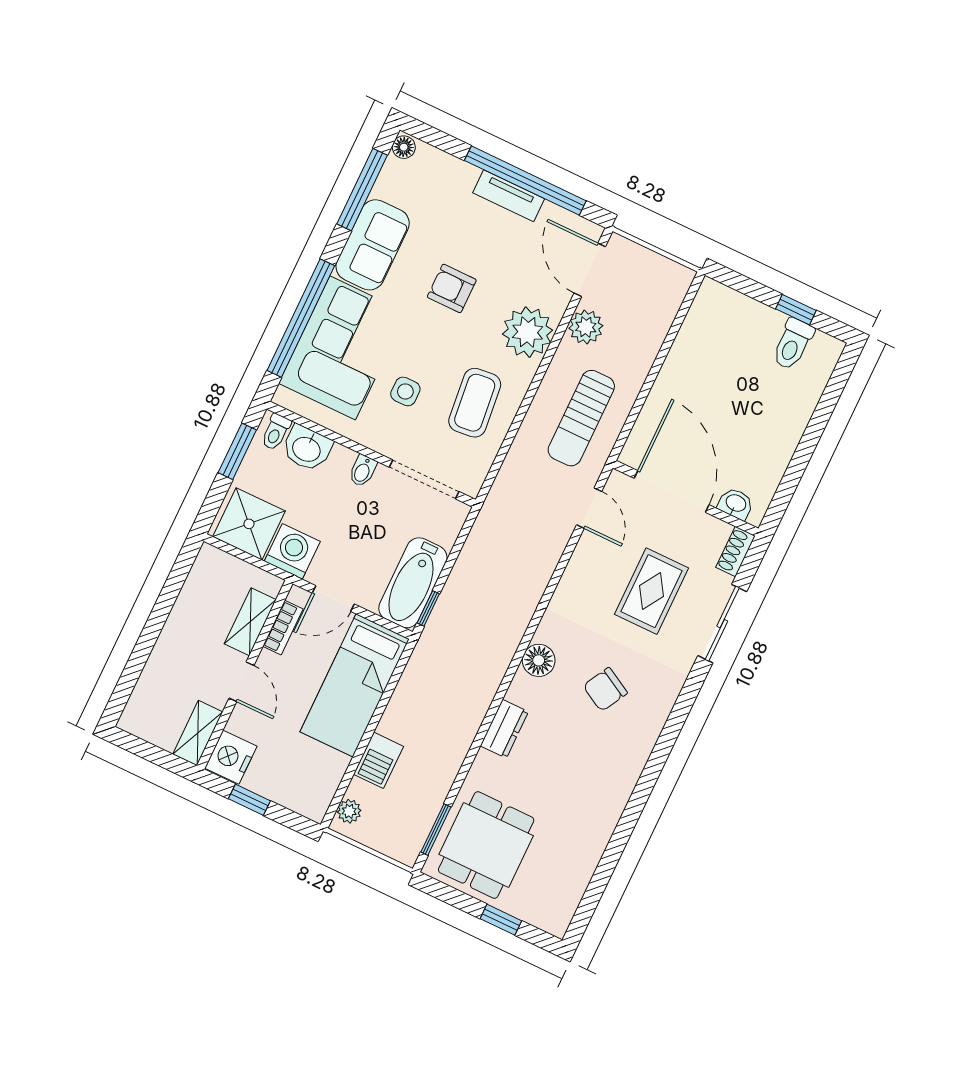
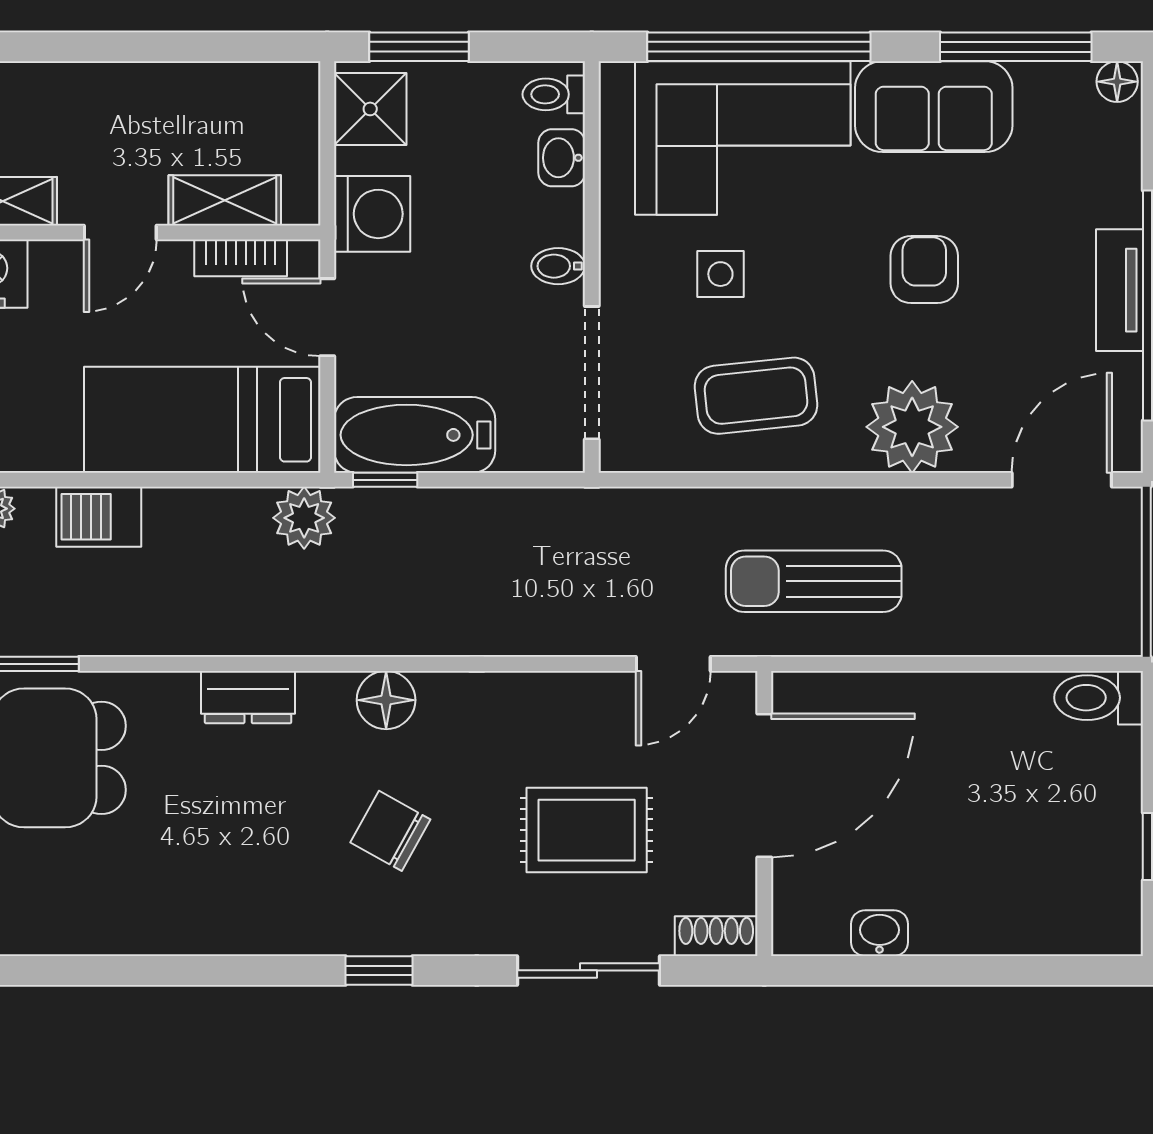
plant: (586, 327) -> (304, 518), moved
toilet: (793, 344) -> (1099, 698), moved
washbasin: (307, 448) -> (562, 158), width x0.72, depth x0.69
window: (237, 451) -> (419, 47), moved
washbasin: (736, 504) -> (879, 933), moved, turned -90
shower: (249, 524) -> (370, 109), width x0.73, depth x0.73
window: (672, 728) -> (379, 970), added

